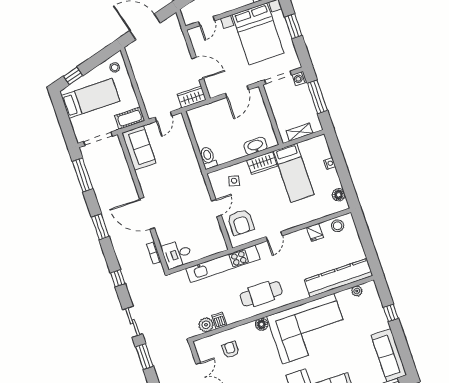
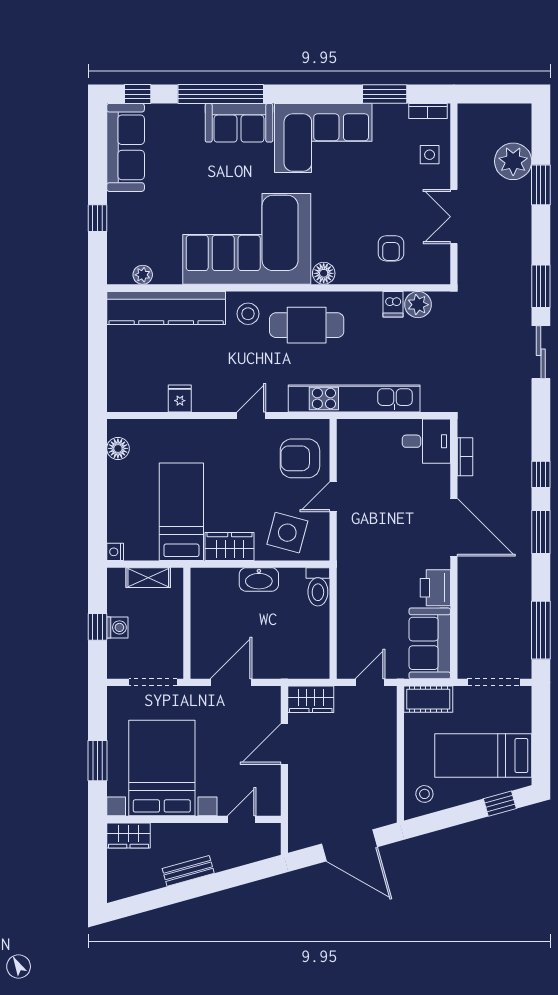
door: (198, 69) -> (284, 744), hinge flipped
washing machine: (299, 79) -> (117, 627), moved
window: (317, 97) -> (97, 627), width x0.46
washbasin: (255, 146) -> (259, 579), moved
nightstand: (330, 163) -> (115, 552), moved
printer: (146, 178) -> (435, 588), added
side table: (234, 181) -> (287, 533), width x1.87, depth x1.87
armchair: (241, 222) -> (300, 458), turned -91
stool: (338, 226) -> (248, 314), moved
window: (118, 278) -> (541, 474), moved

